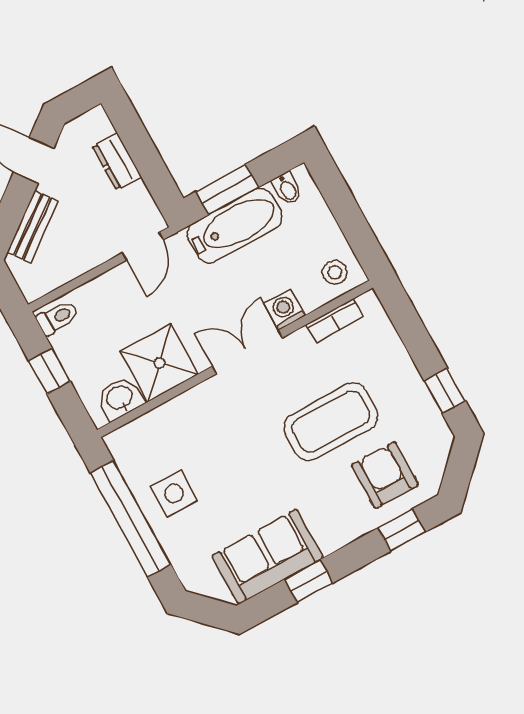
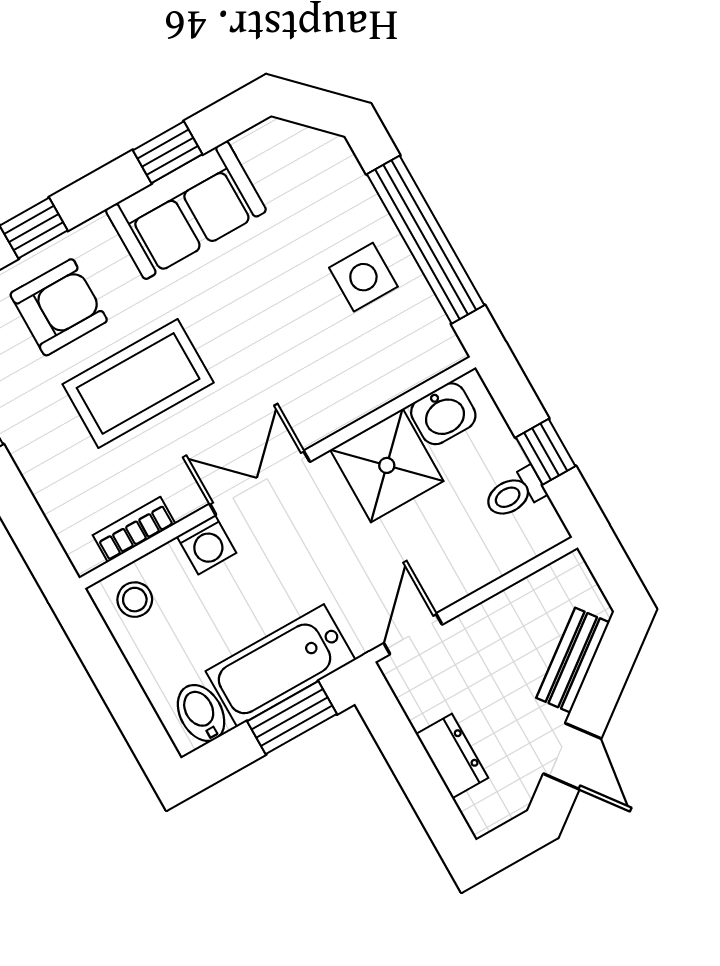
bidet: (287, 189) -> (201, 713), width x1.38, depth x1.36
toilet: (58, 318) -> (515, 493), moved
double door: (247, 352) -> (260, 483), swing flipped
armchair: (385, 475) -> (59, 307), turned -90
sofa: (268, 557) -> (186, 210), moved

